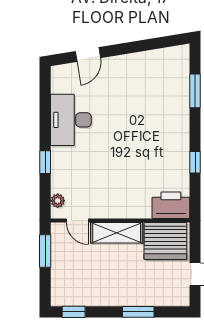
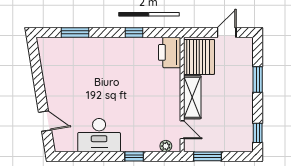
door: (77, 220) -> (182, 130), hinge flipped

